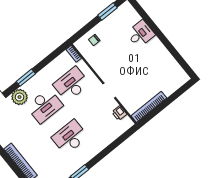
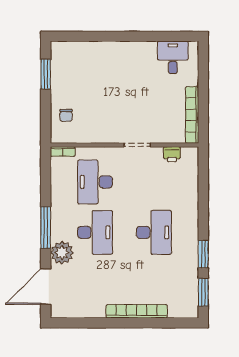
desk: (141, 34) -> (173, 57), moved
window: (26, 78) -> (46, 228), width x1.44
desk: (70, 137) -> (154, 232), turned 180

